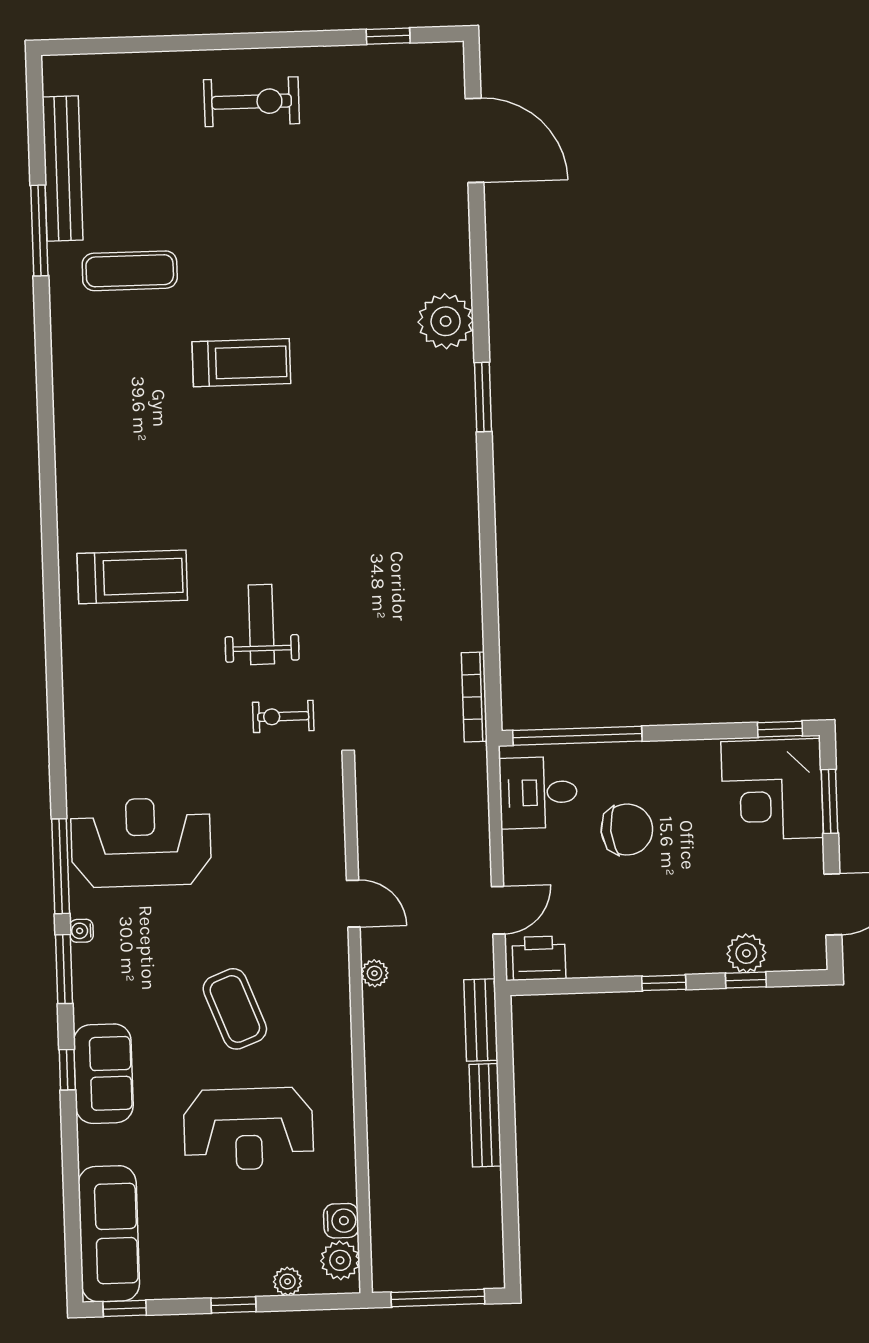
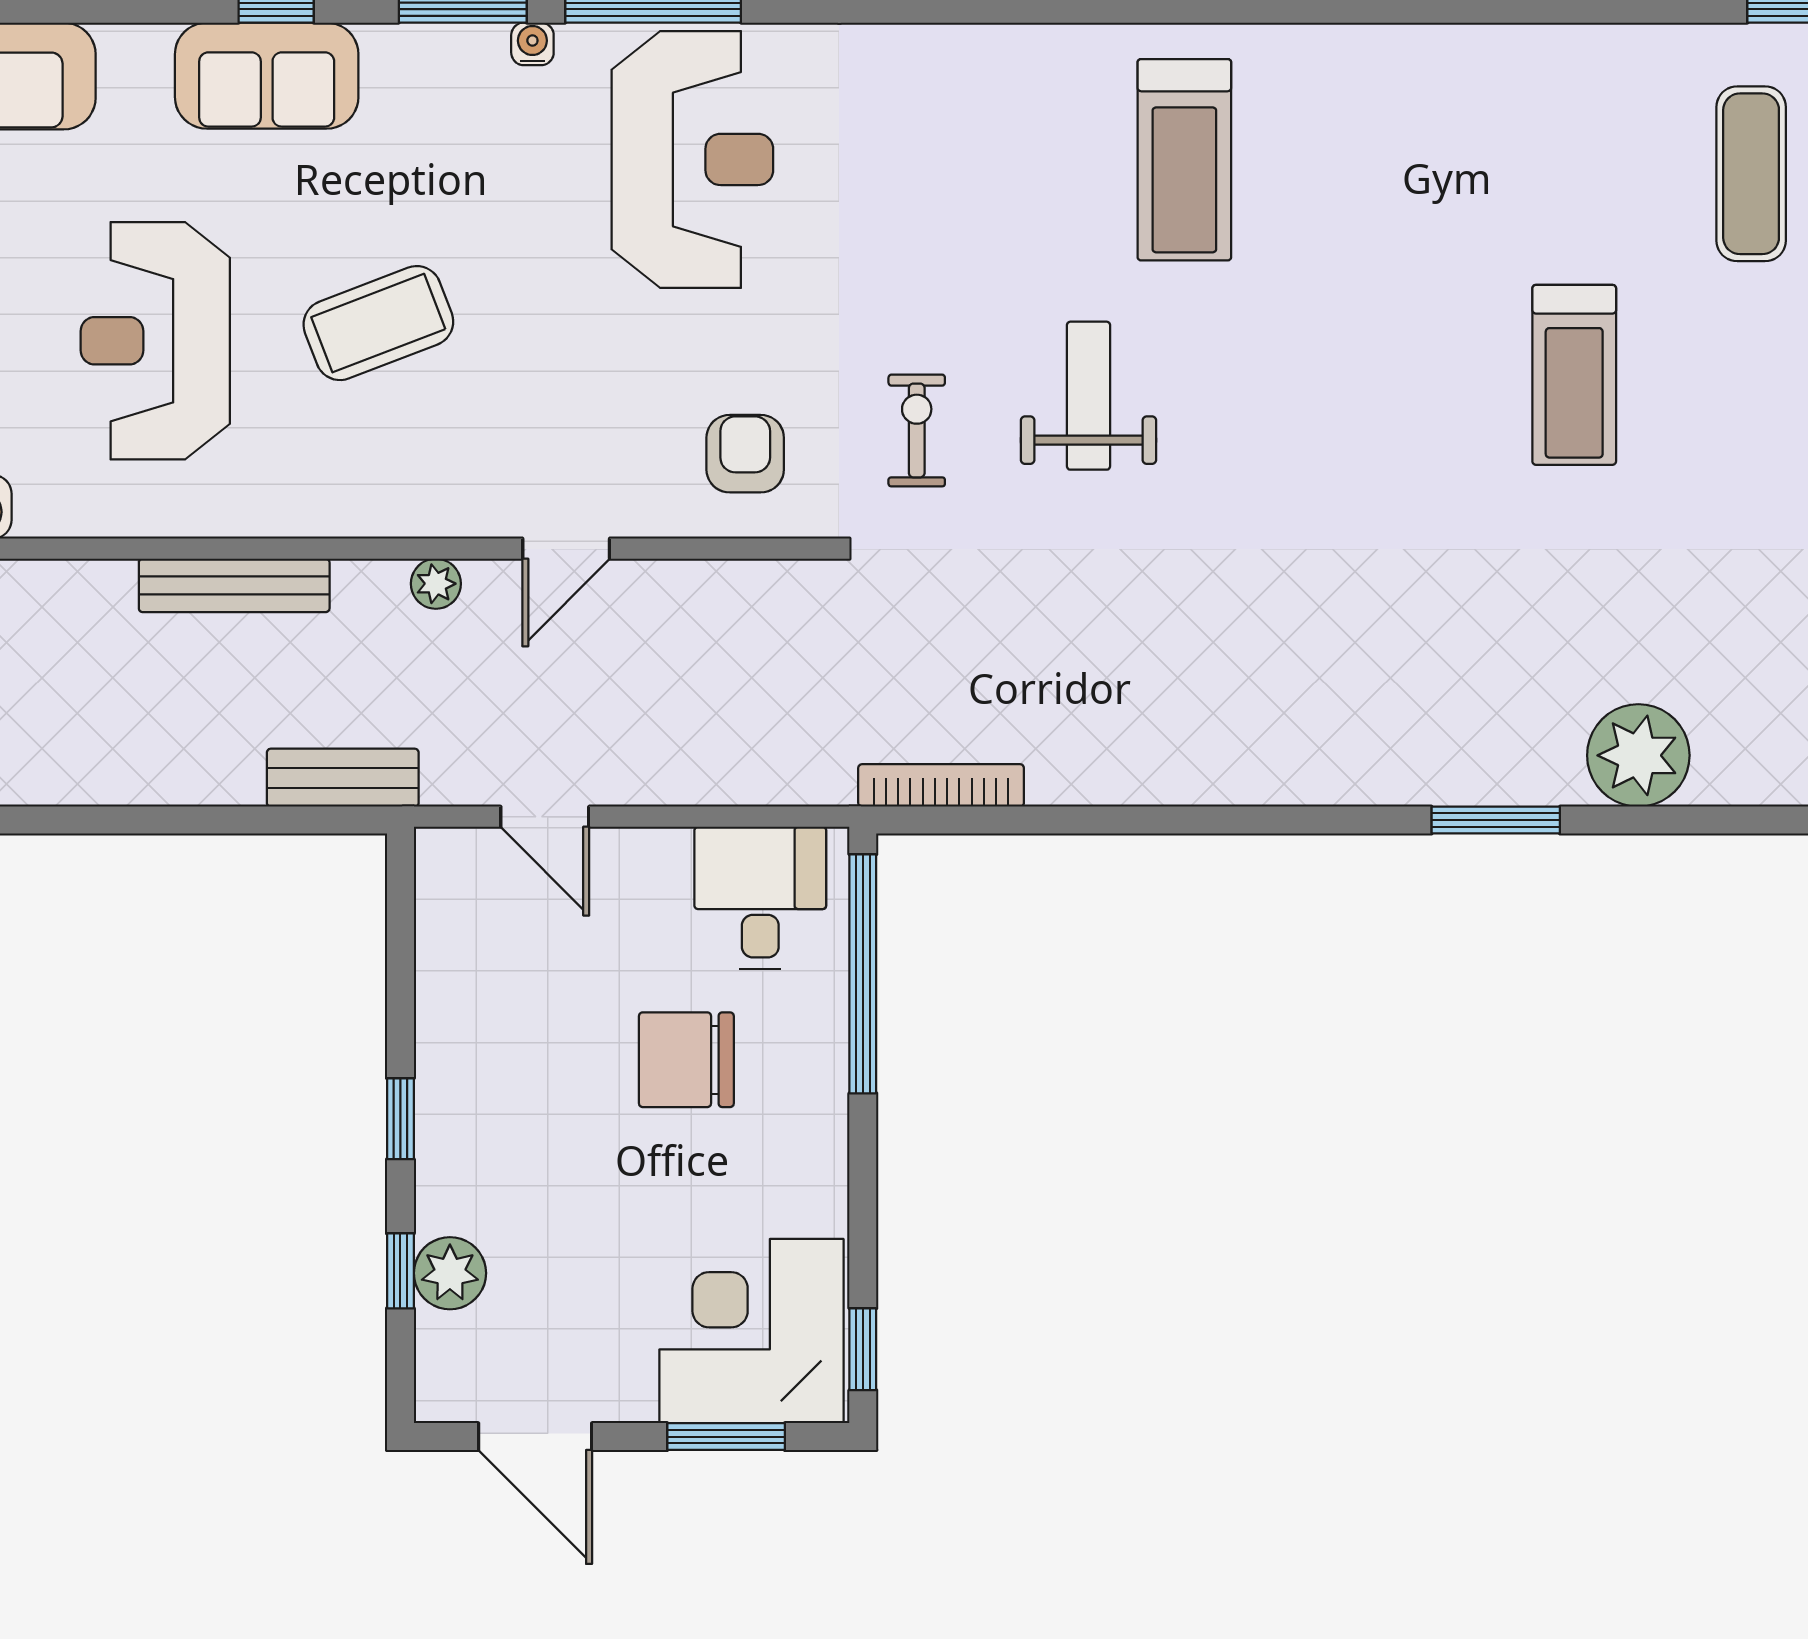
weight bench: (261, 624) -> (1088, 396), turned -90
armchair: (299, 809) -> (745, 454), added
chair: (627, 830) -> (686, 1060), turned 94
printer: (539, 958) -> (454, 889), removed
bench: (485, 1115) -> (234, 585), moved

